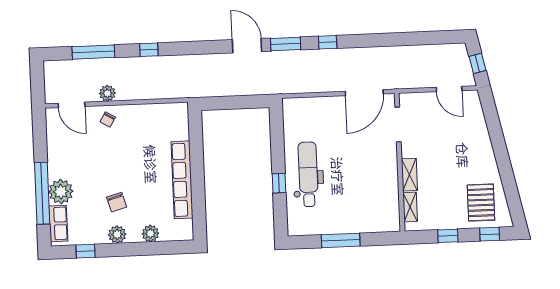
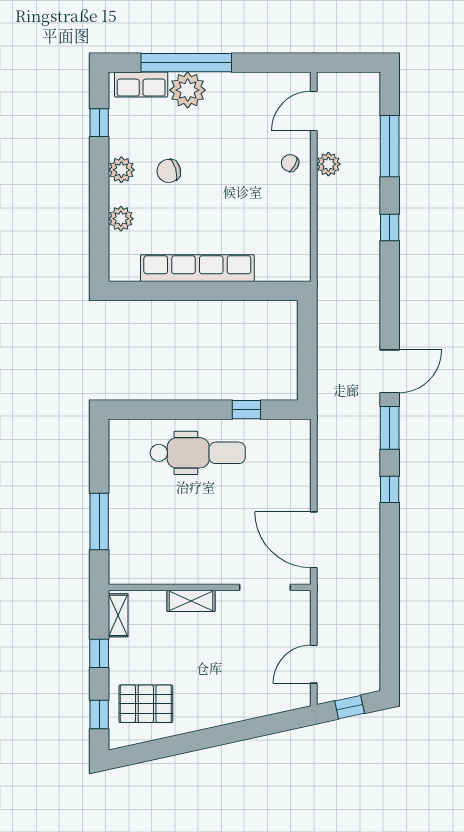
window: (279, 183) -> (246, 410), moved
shelving: (410, 207) -> (118, 615), moved, turned 90
window: (341, 240) -> (99, 521), moved

